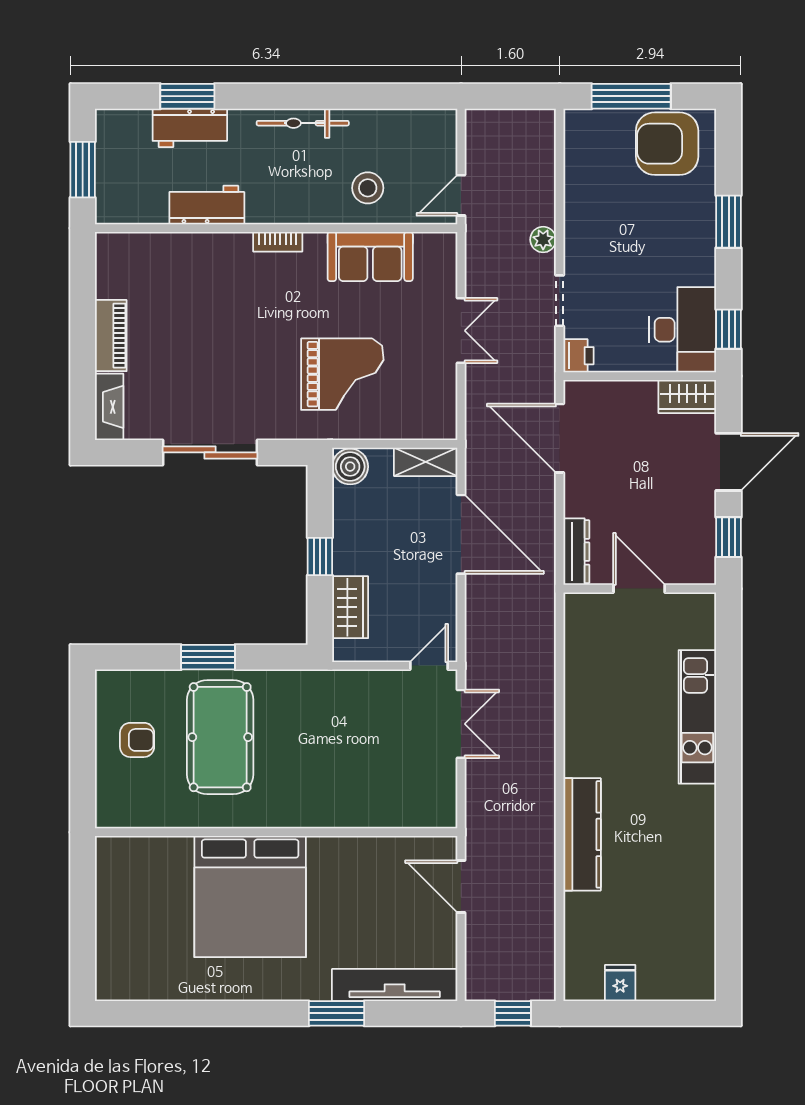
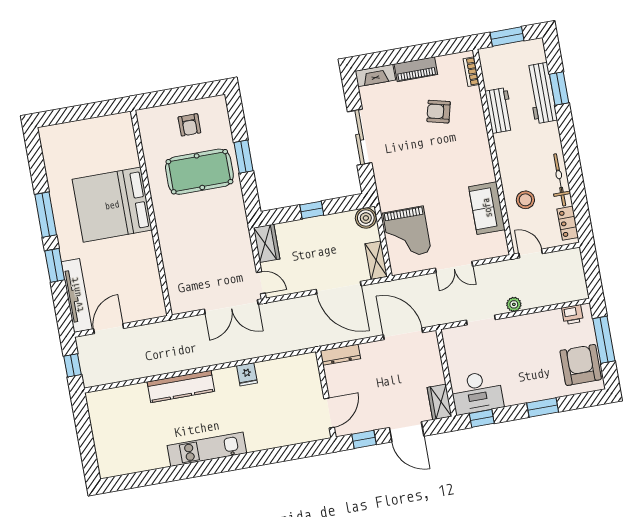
bicycle: (303, 123) -> (560, 180), moved
locker: (421, 123) -> (568, 223), added
workbench: (190, 128) -> (541, 93), width x1.38
bookcase: (278, 242) -> (471, 72), moved
armchair: (190, 310) -> (439, 112), added
printer: (578, 356) -> (572, 315), moved
grand piano: (342, 374) -> (407, 233), moved
door: (560, 438) -> (403, 334), hinge flipped
door: (461, 534) -> (339, 288), hinge flipped
door: (639, 589) -> (329, 413), moved
wardrobe: (350, 607) -> (267, 243), moved, turned -90
kitchen unit: (697, 717) -> (207, 449), moved
double door: (461, 724) -> (231, 307), width x1.37
door: (461, 886) -> (109, 329), moved
fridge: (620, 983) -> (247, 374), moved, turned 90
window: (247, 1013) -> (46, 215), added

